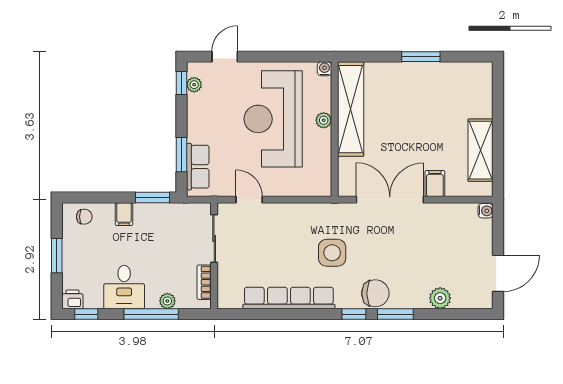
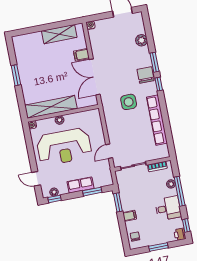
row of seats: (198, 167) -> (80, 185), moved

